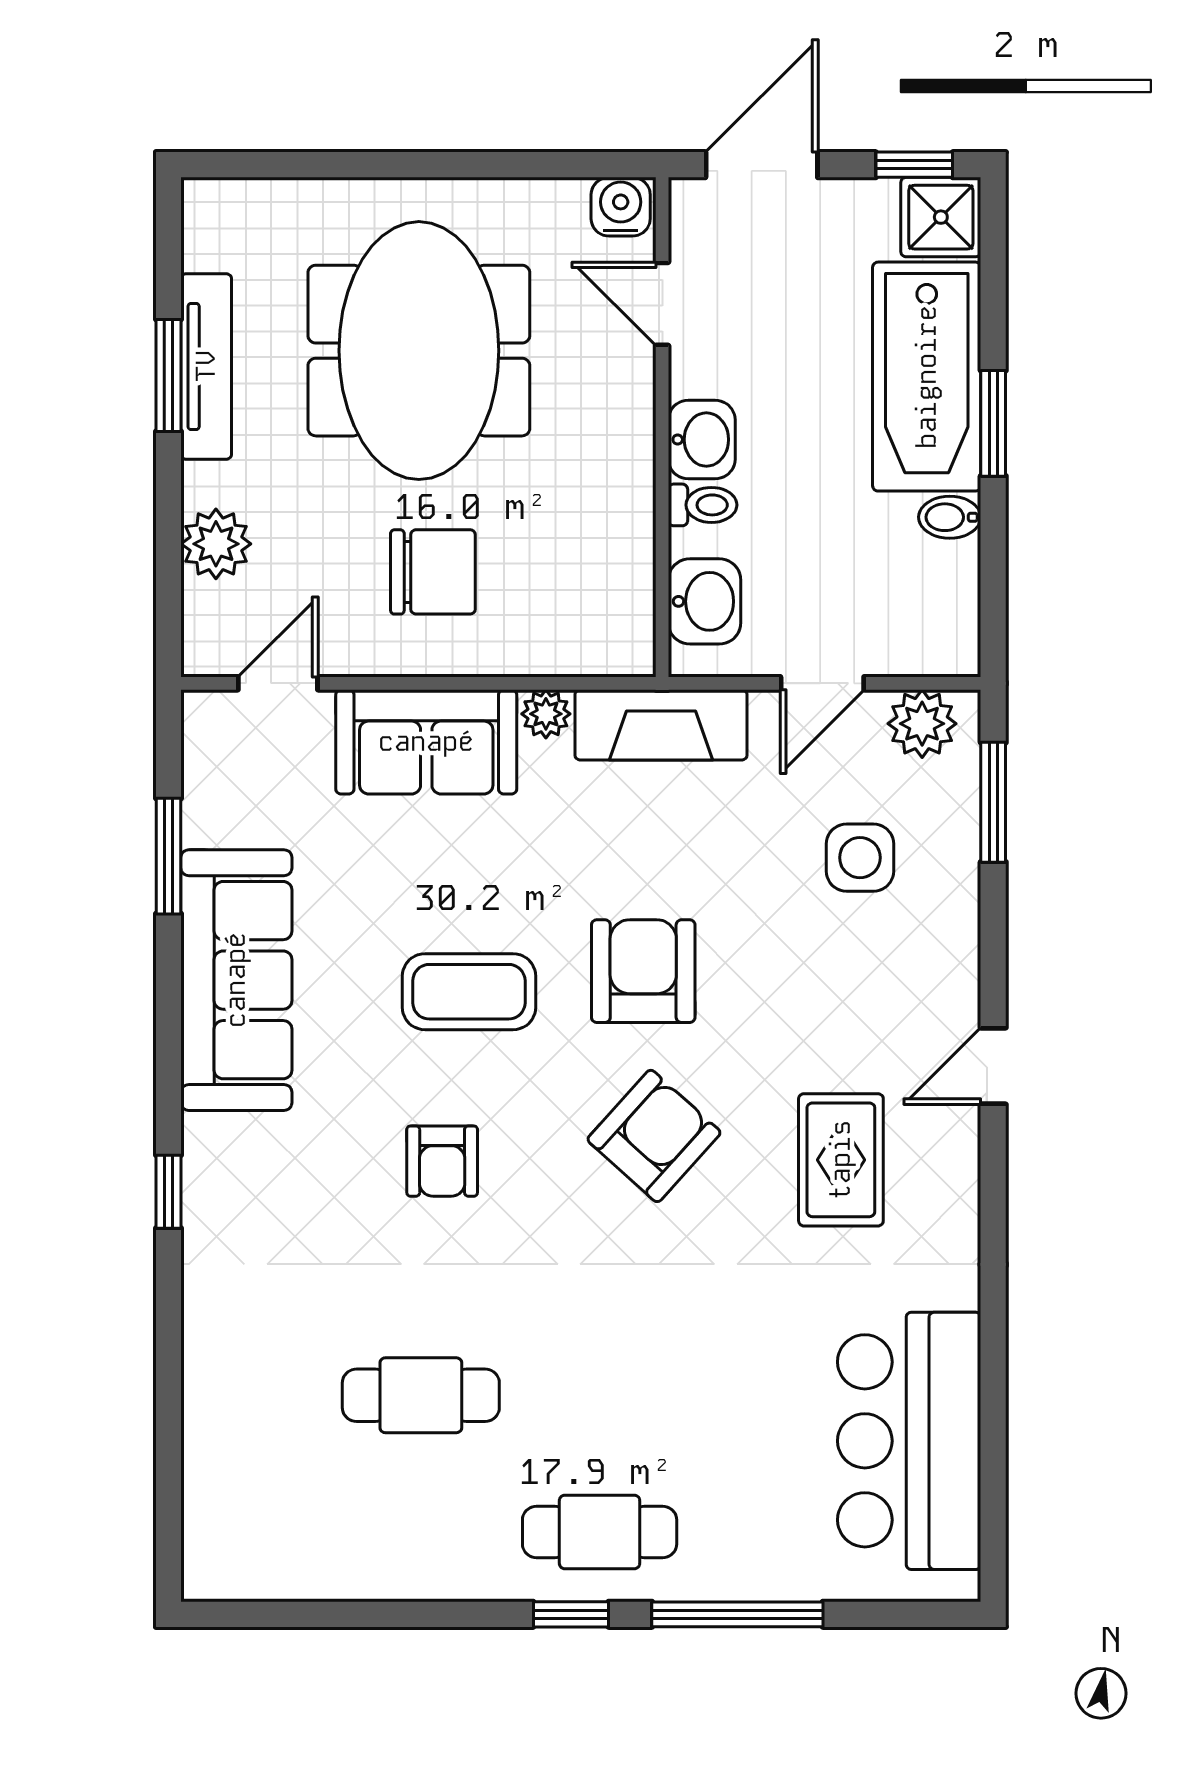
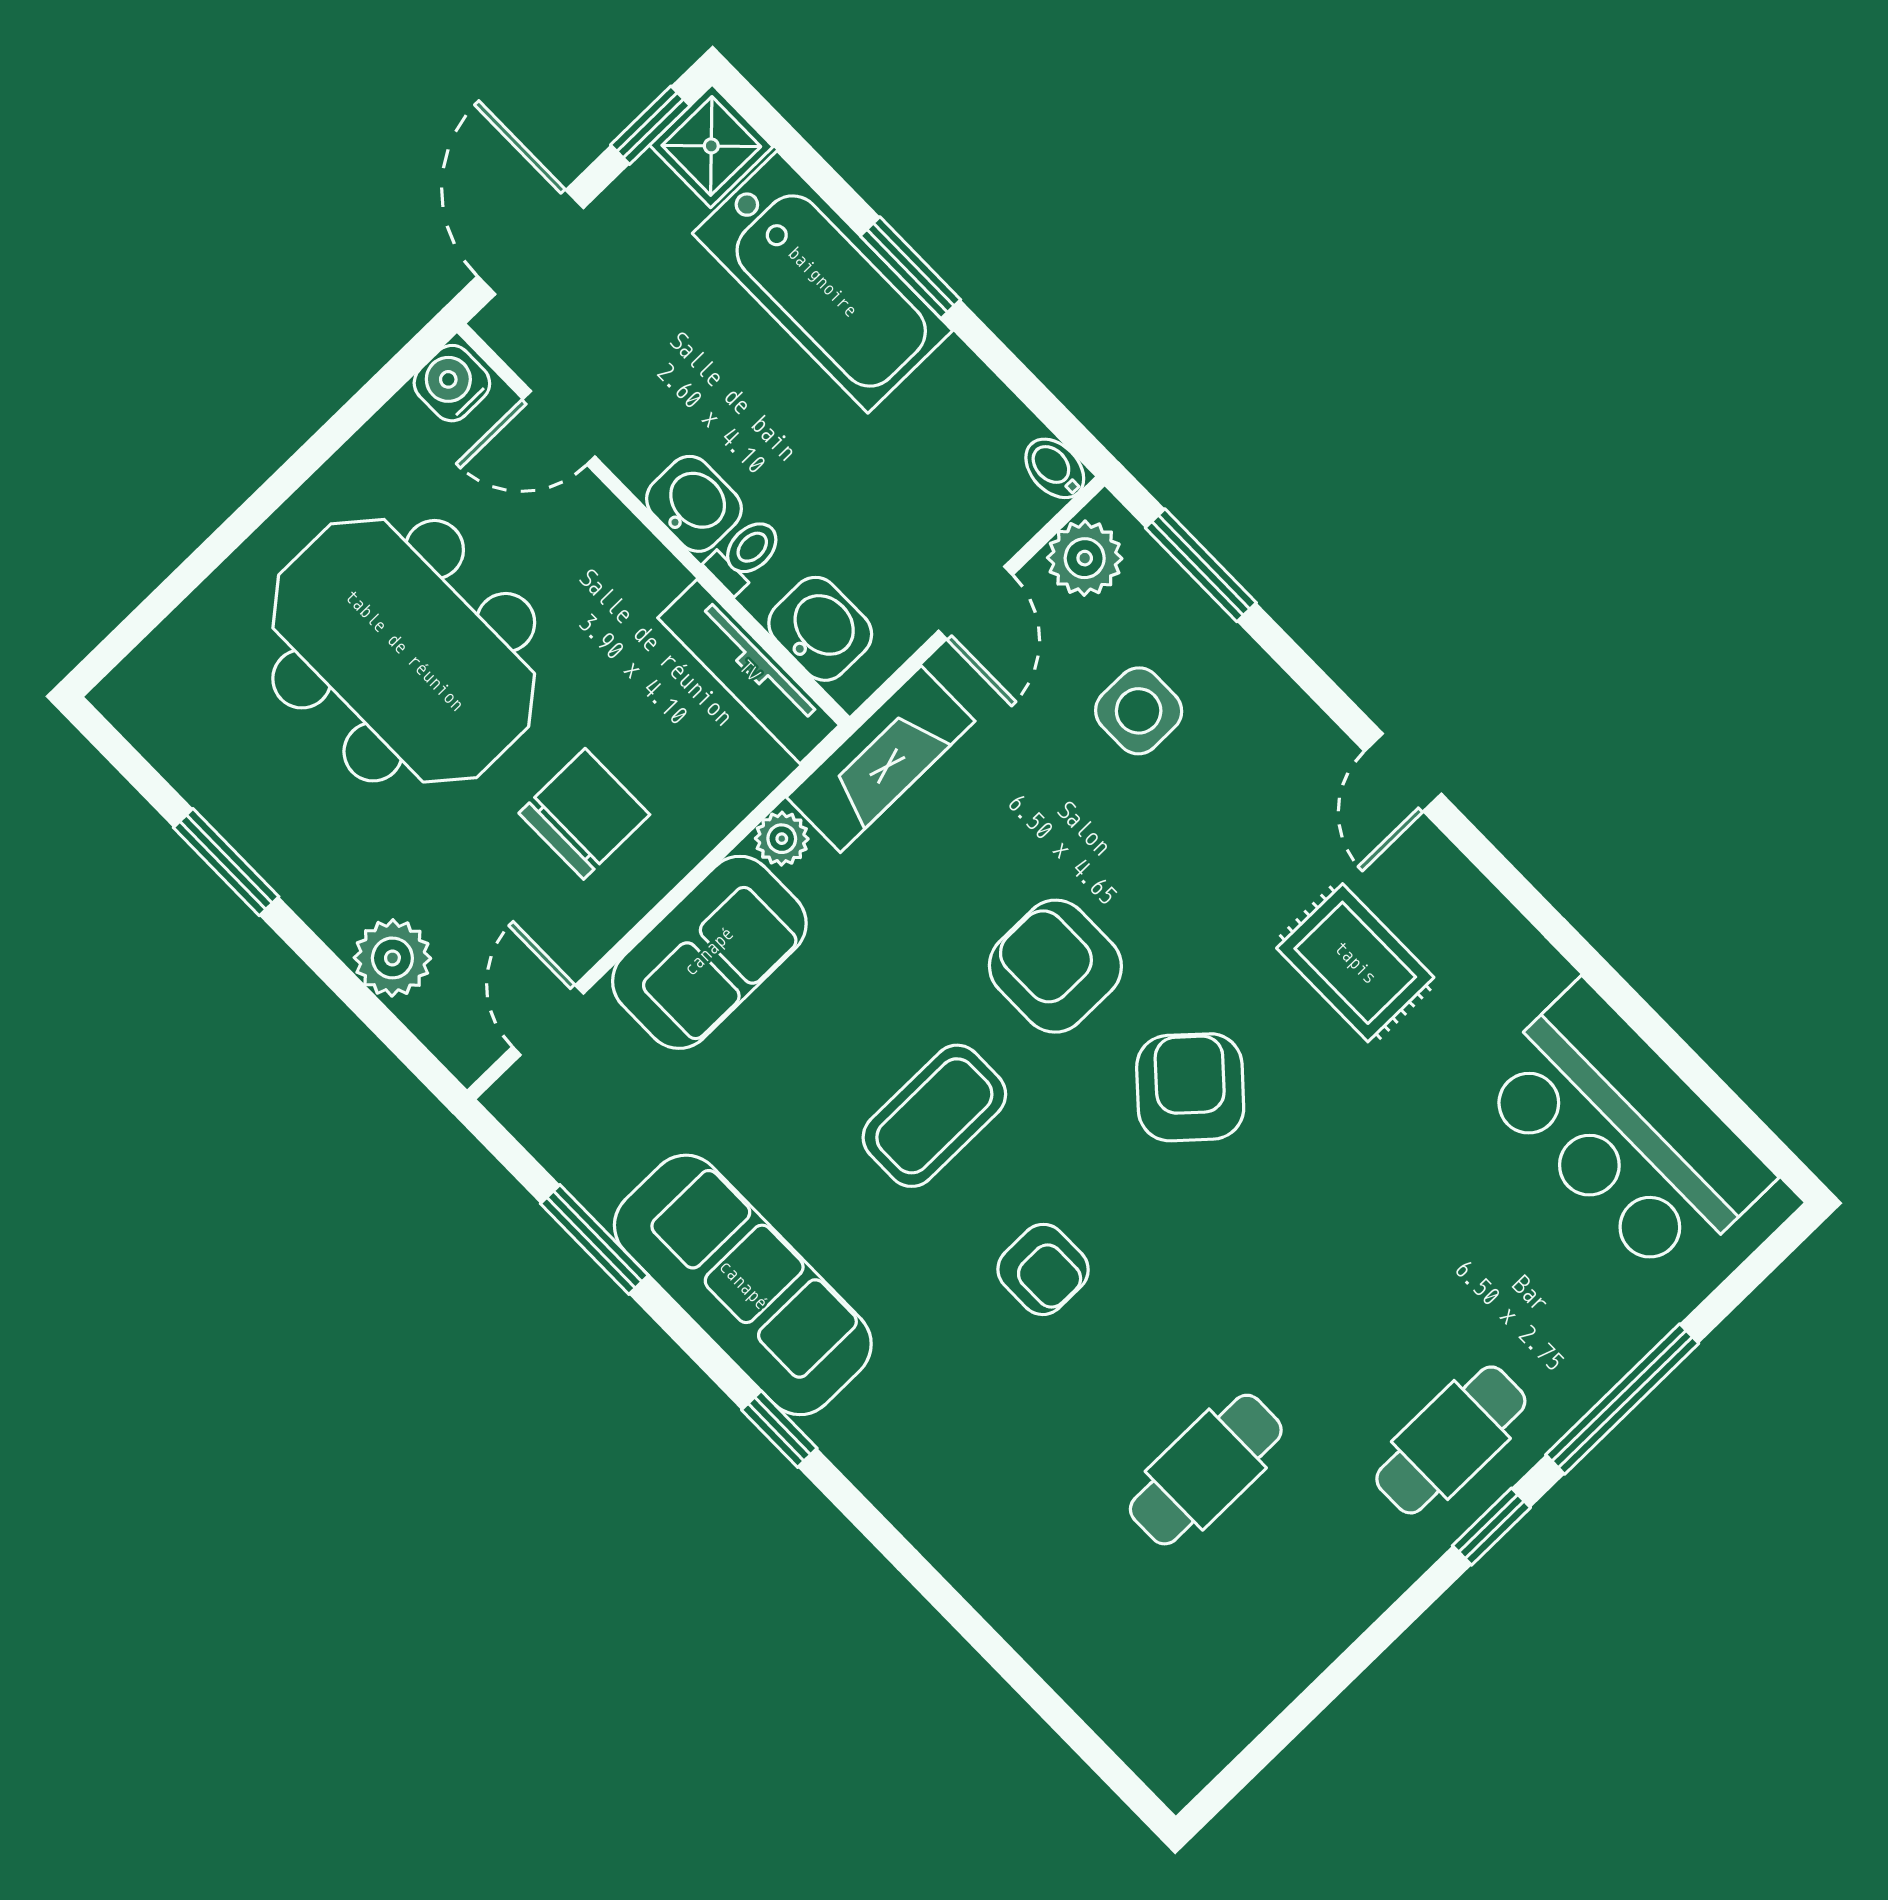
tv unit: (206, 366) -> (749, 671), moved, turned 180
bidet: (950, 517) -> (1055, 468), moved, turned 90
window: (168, 1192) -> (779, 1429), moved

